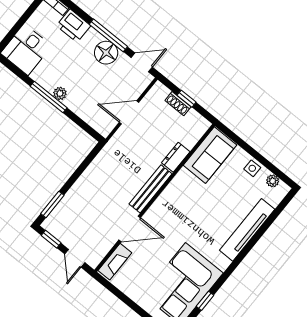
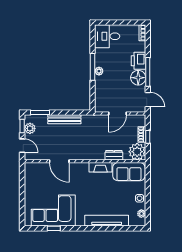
printer: (74, 26) -> (138, 61), moved
door: (129, 112) -> (118, 114), swing flipped
plant: (194, 126) -> (137, 152), added
bench: (151, 189) -> (64, 119), moved
plant: (62, 232) -> (30, 128), added
door: (75, 258) -> (22, 146), swing flipped
fireplace: (115, 262) -> (100, 167), moved

